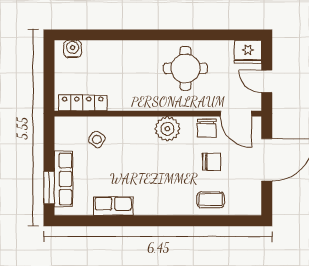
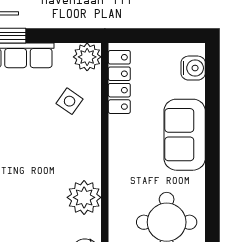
sofa: (121, 55) -> (185, 135), added
plant: (65, 127) -> (87, 57), added

